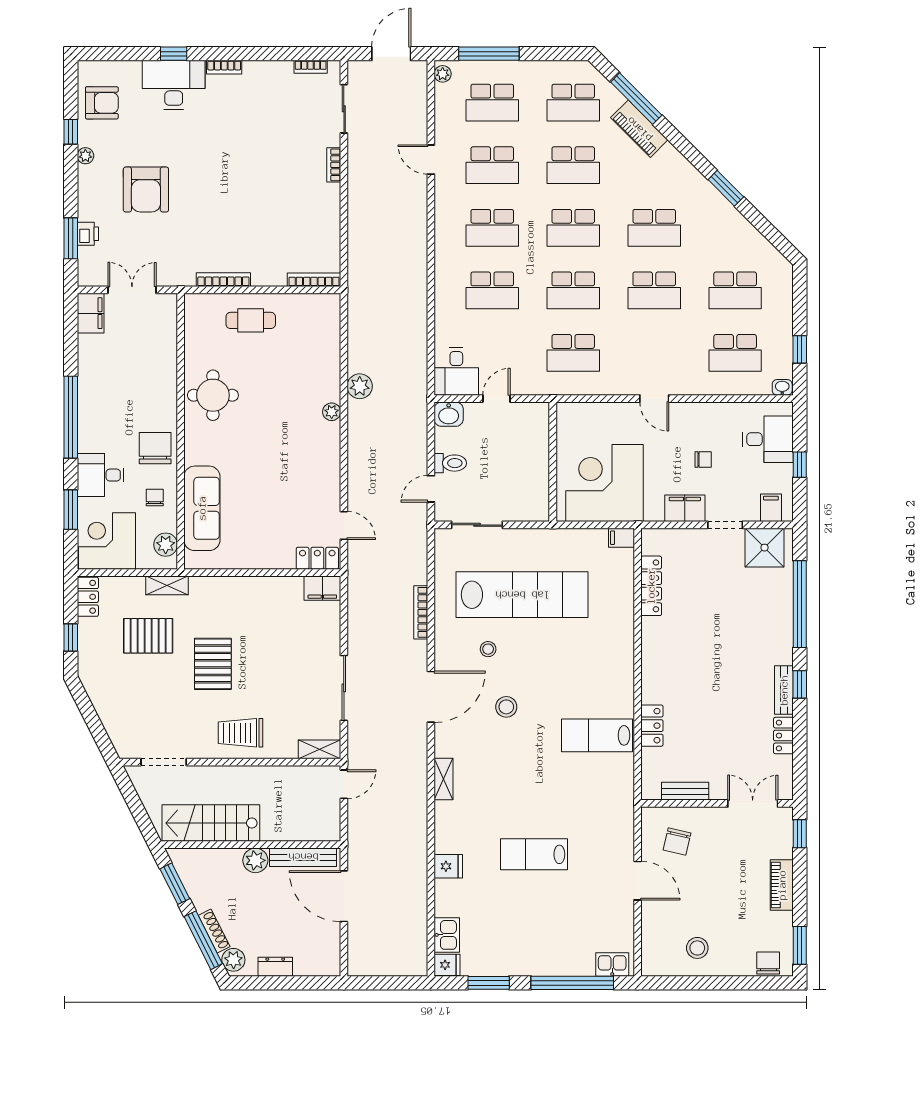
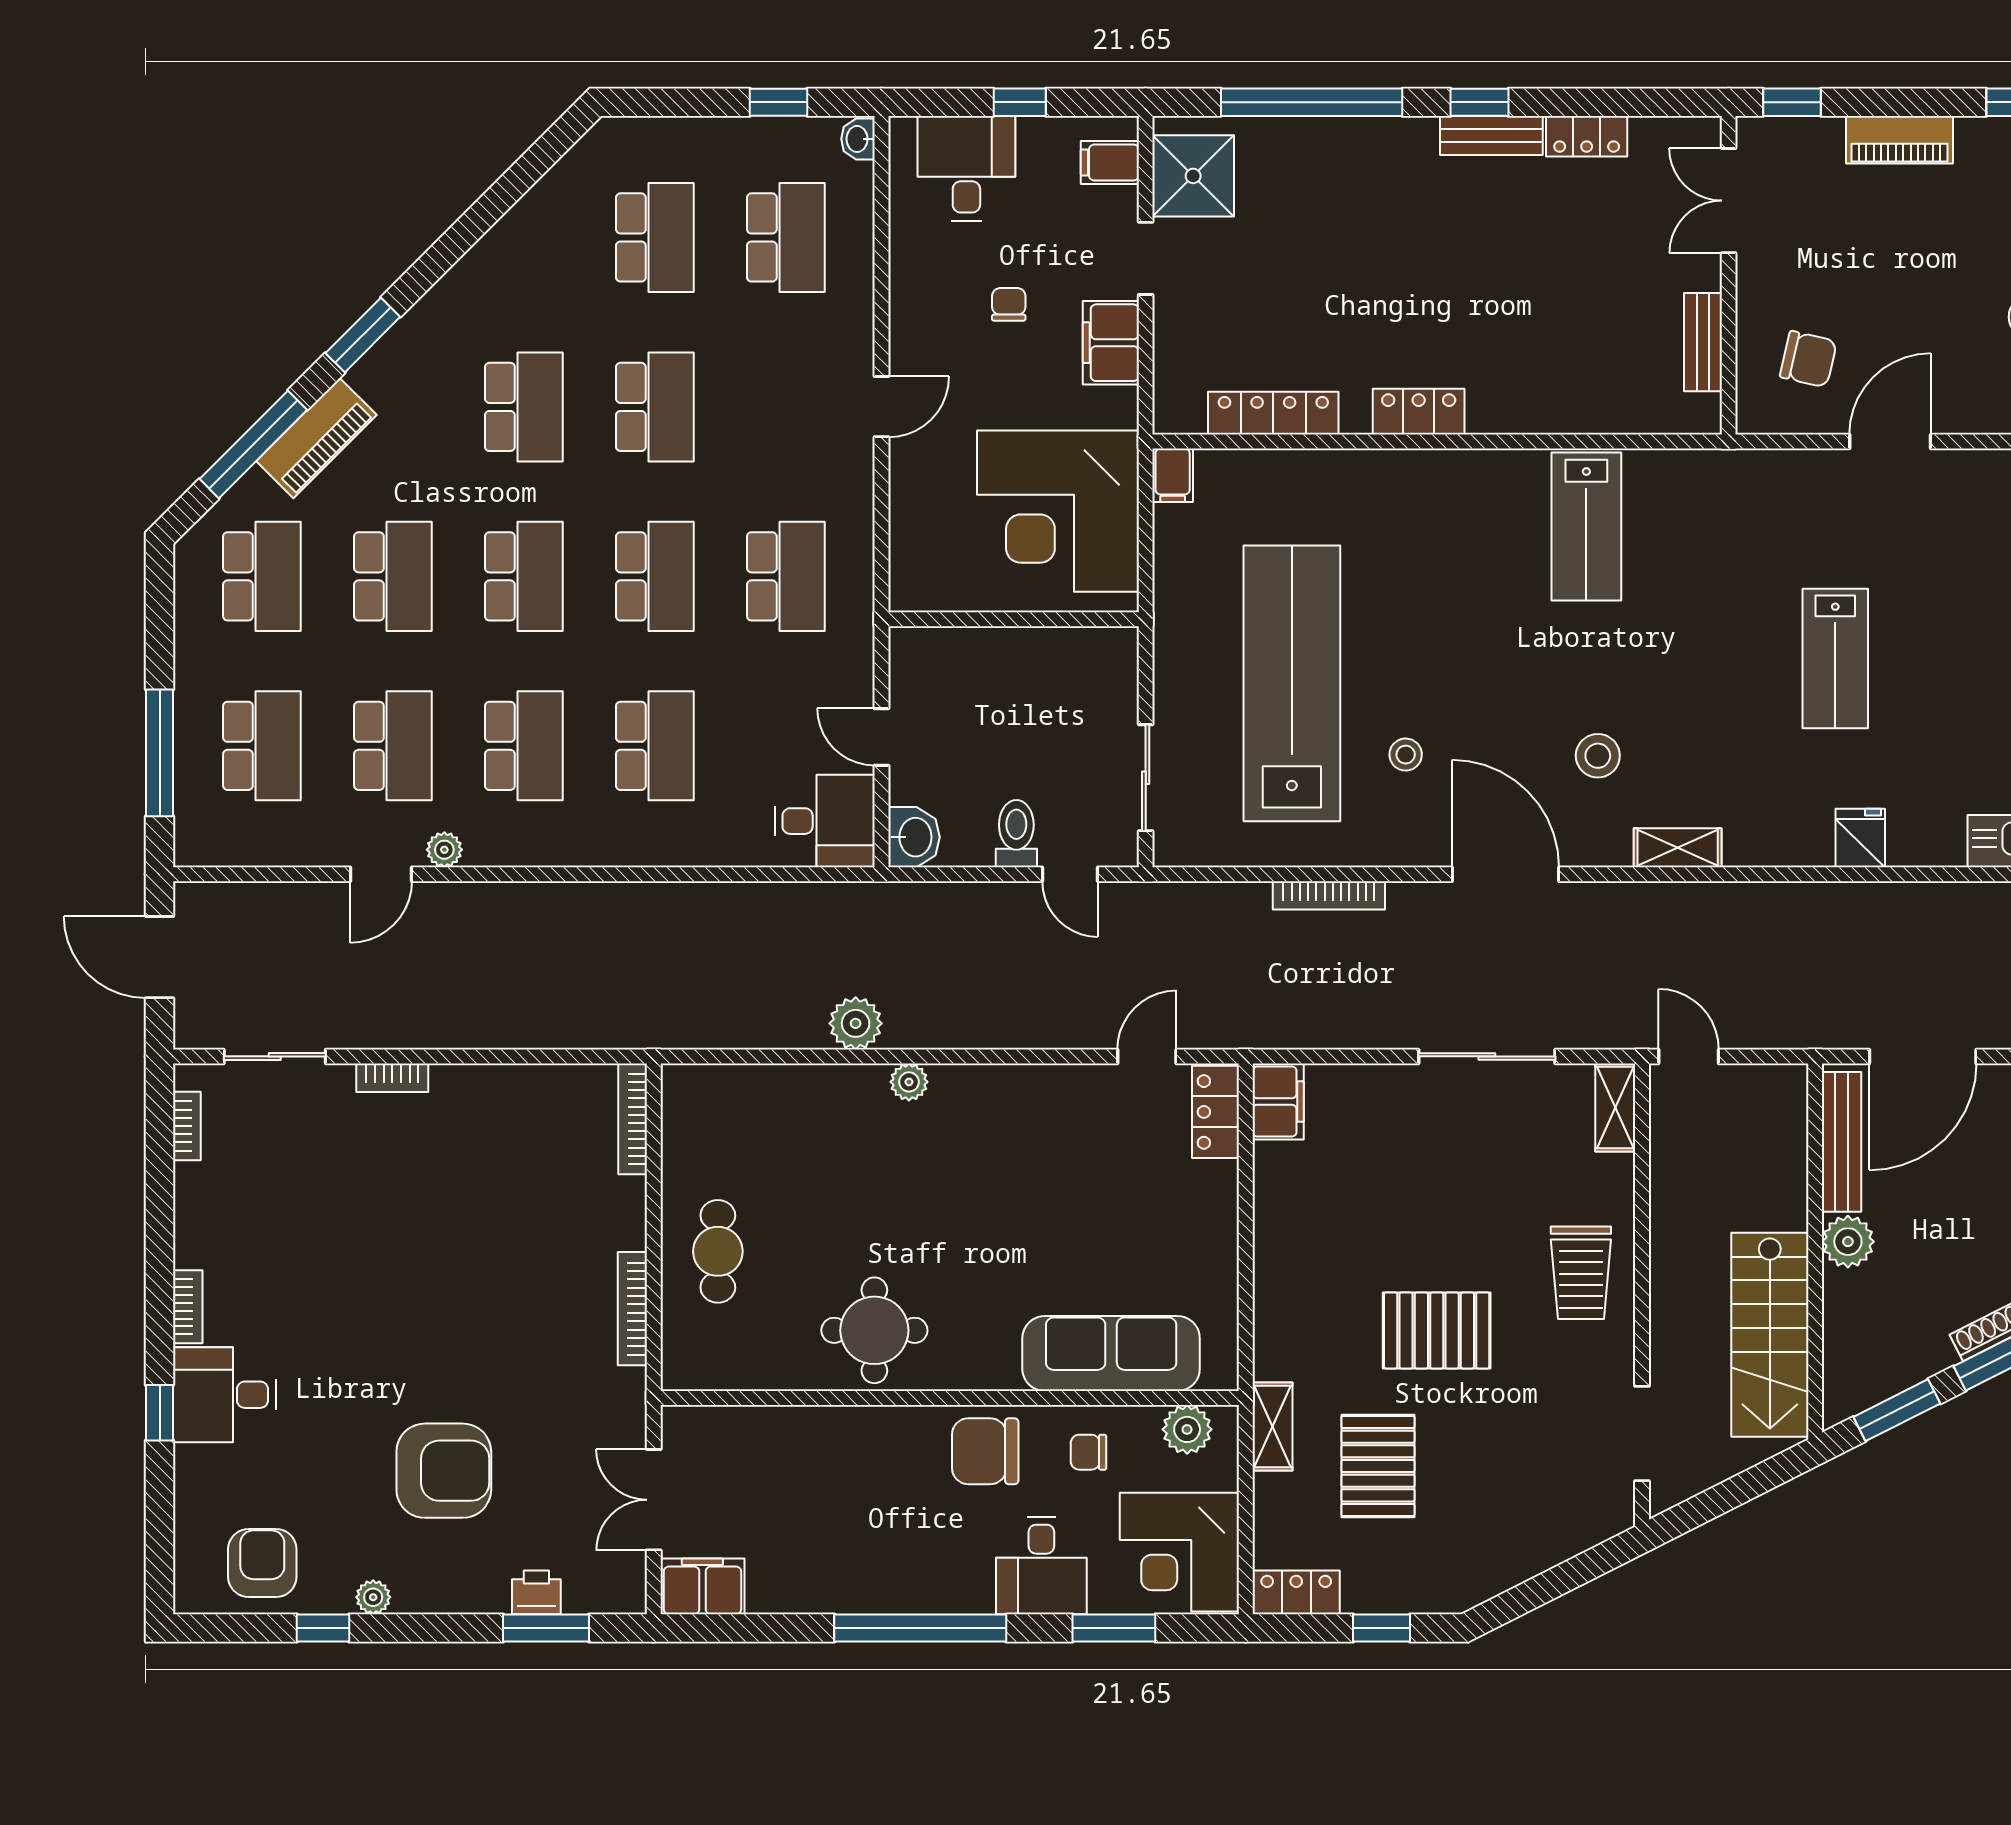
plant: (443, 74) -> (444, 850), moved
desk: (174, 85) -> (225, 1395), width x0.73
window: (726, 188) -> (363, 335), moved
stool: (506, 707) -> (1598, 756), moved
locker: (652, 726) -> (1419, 412), moved

